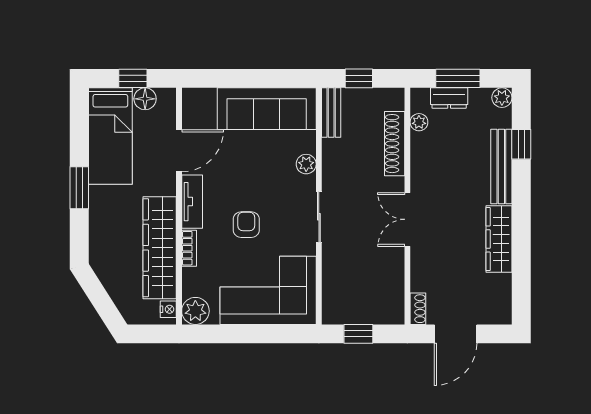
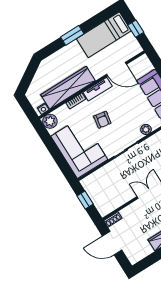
floor lamp: (145, 99) -> (130, 40), removed
armchair: (246, 225) -> (102, 120), turned 100

